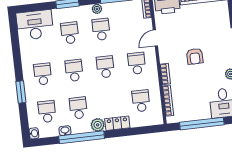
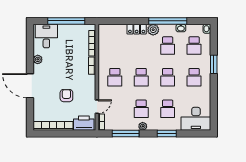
door: (155, 38) -> (97, 107), moved
armchair: (195, 56) -> (66, 96), moved
school desk: (141, 101) -> (115, 46), removed

